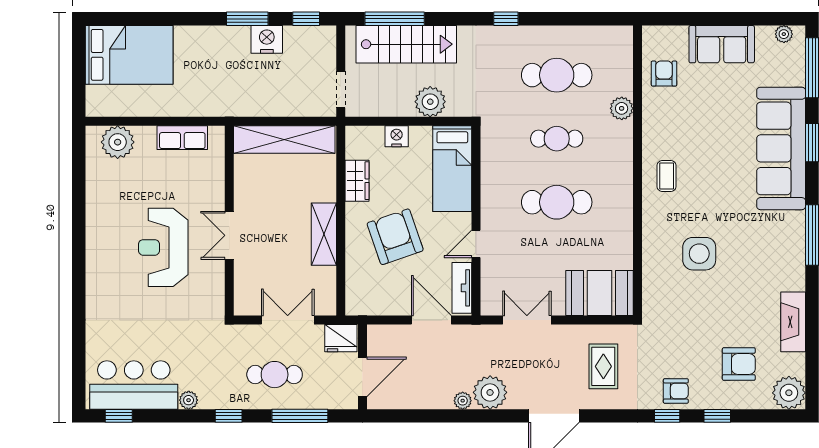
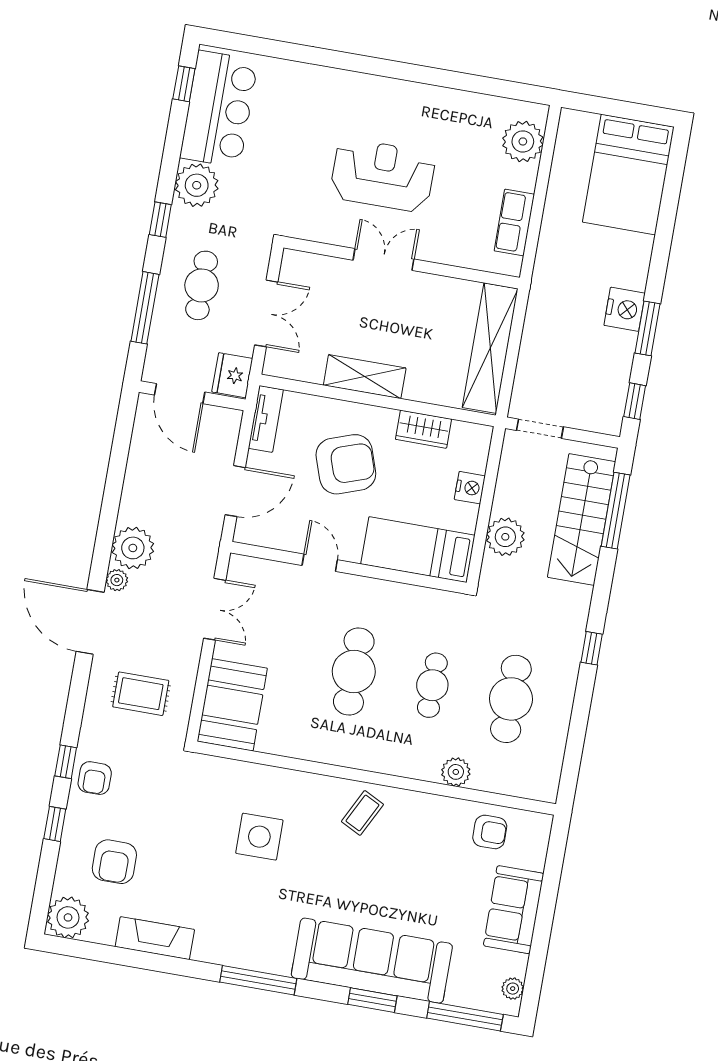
nightstand: (267, 39) -> (625, 309), moved
coffee table: (667, 176) -> (362, 813), turned -63
tv unit: (462, 288) -> (266, 419), moved, turned 90
plant: (189, 400) -> (197, 185), width x1.88, depth x1.88
plant: (463, 401) -> (117, 580), moved

